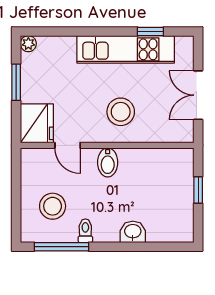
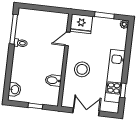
bidet: (108, 162) -> (53, 80), moved
stool: (53, 206) -> (36, 27), removed
washbasin: (133, 232) -> (15, 90), moved

